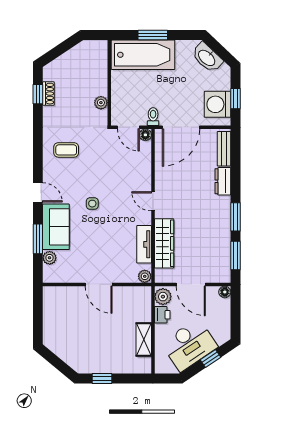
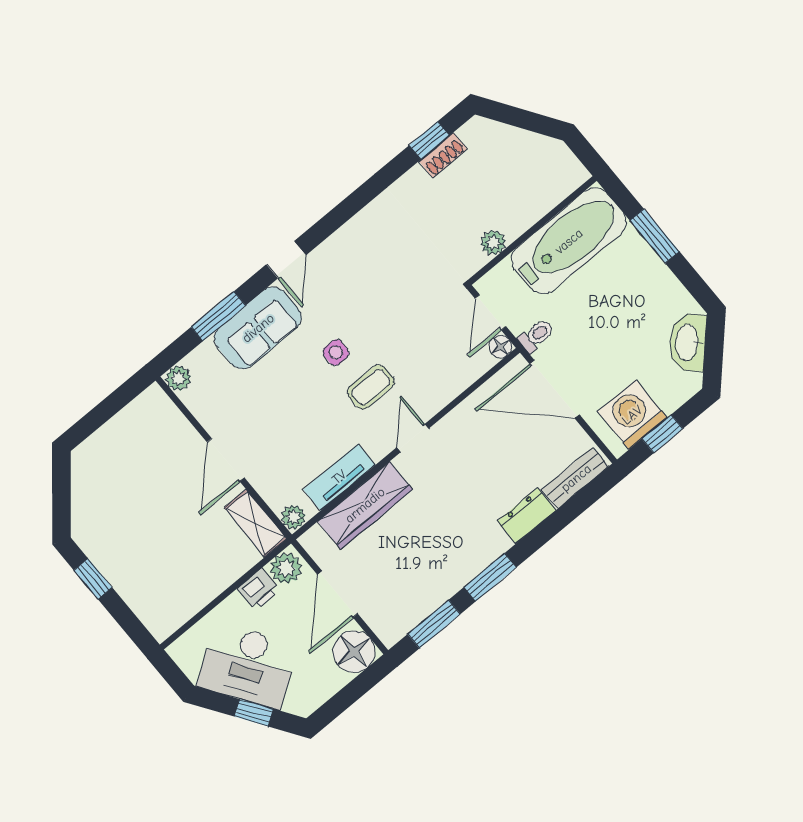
bathtub: (143, 55) -> (569, 241), moved, turned -90
coffee table: (66, 150) -> (371, 387), moved, turned 90
plant: (50, 258) -> (178, 378), moved
floor lamp: (225, 292) -> (354, 651), width x1.89, depth x1.89
shelving: (144, 339) -> (256, 523), moved, turned 90

